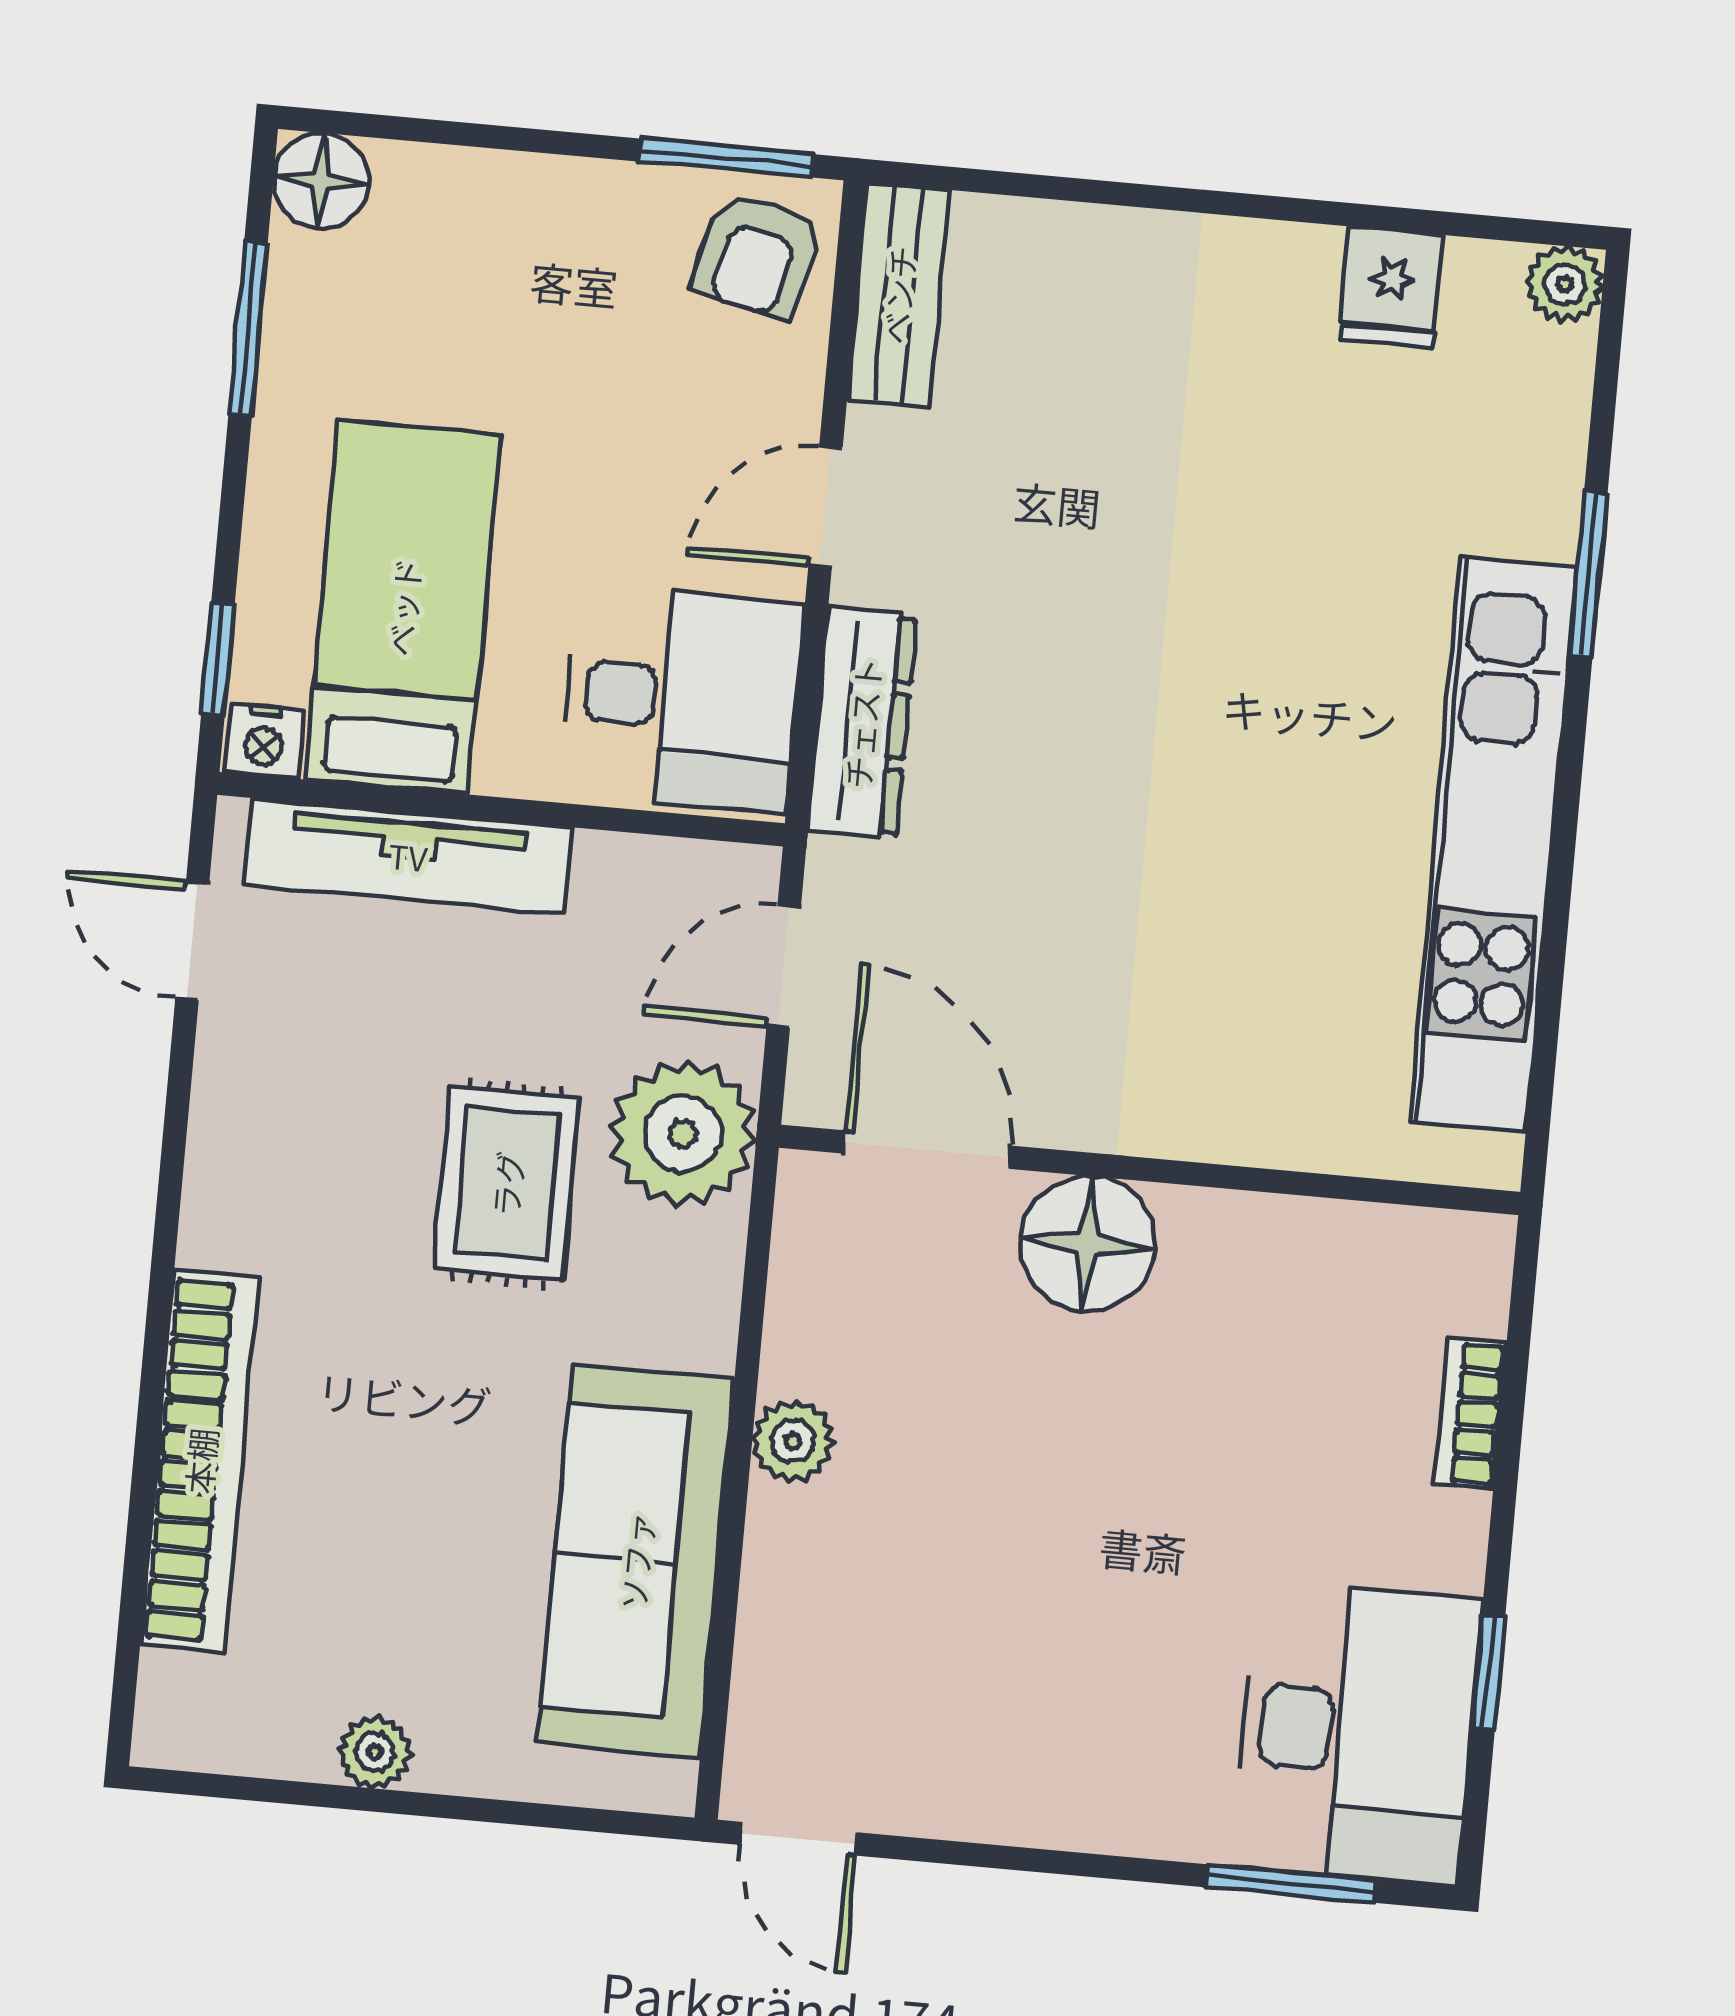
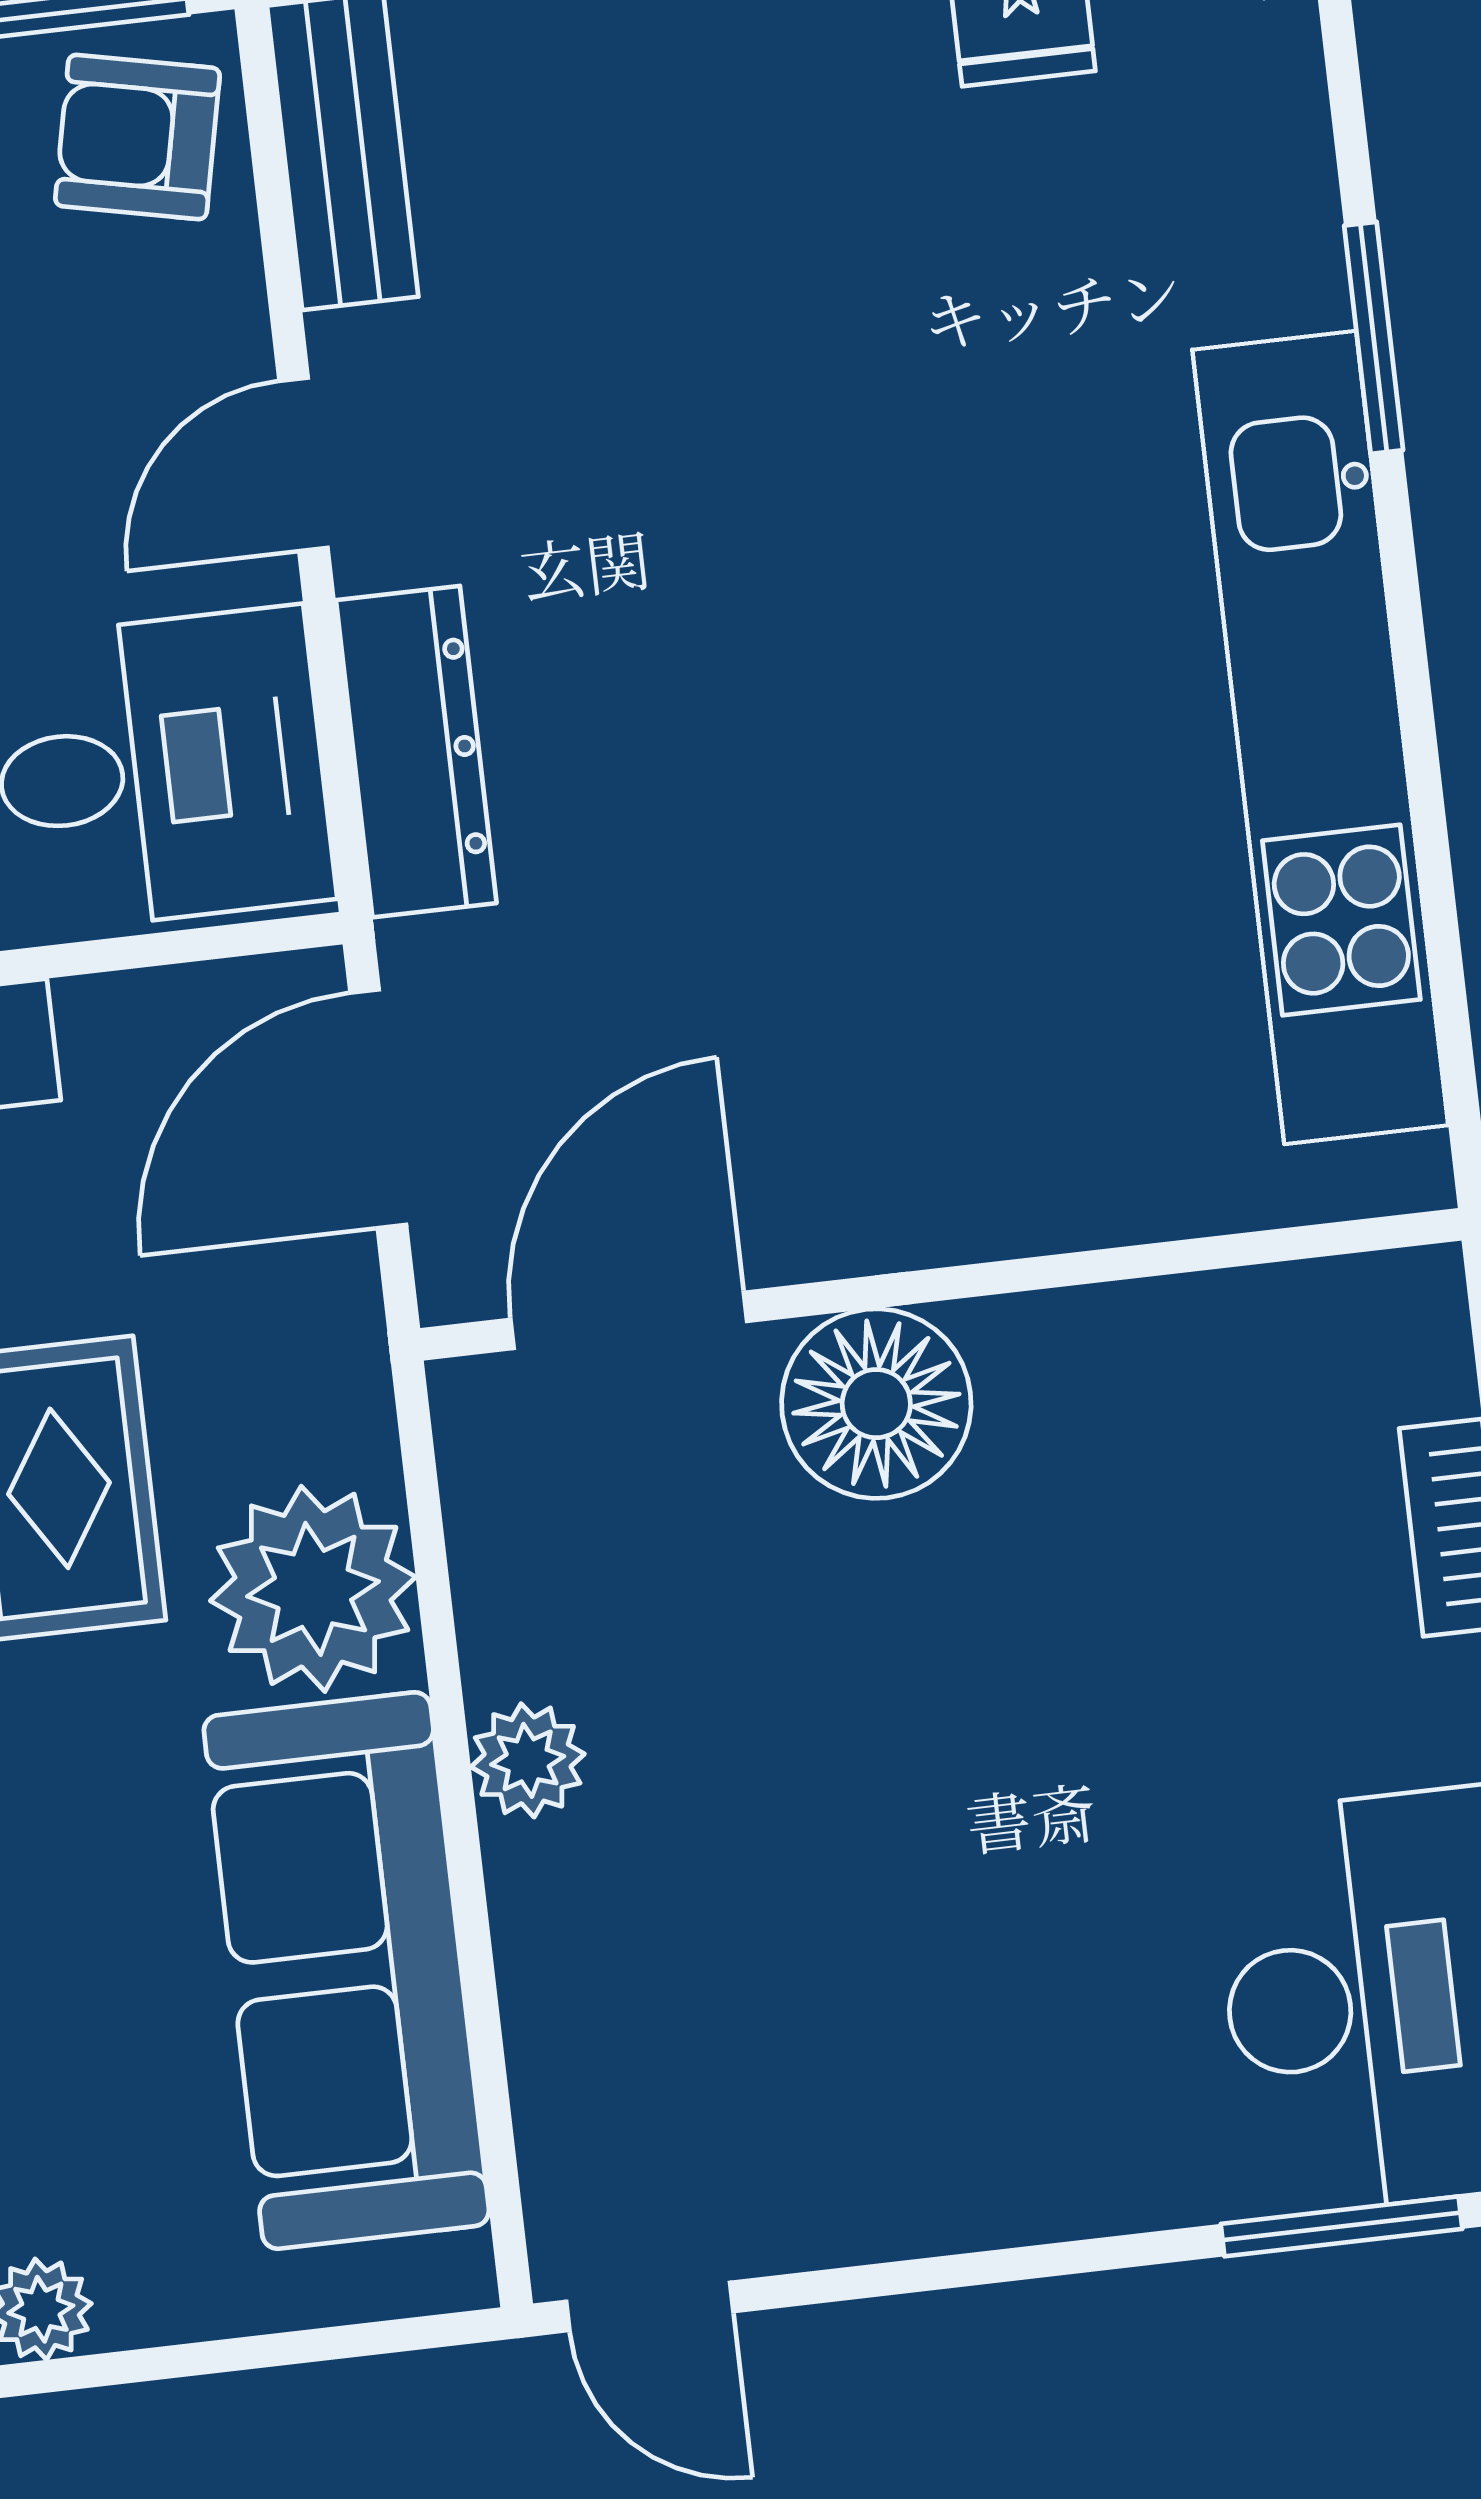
armchair: (758, 255) -> (137, 137), turned 88
door: (784, 966) -> (378, 1109), width x1.37
plant: (683, 1134) -> (313, 1589), moved
door: (927, 1150) -> (629, 1320), hinge flipped

